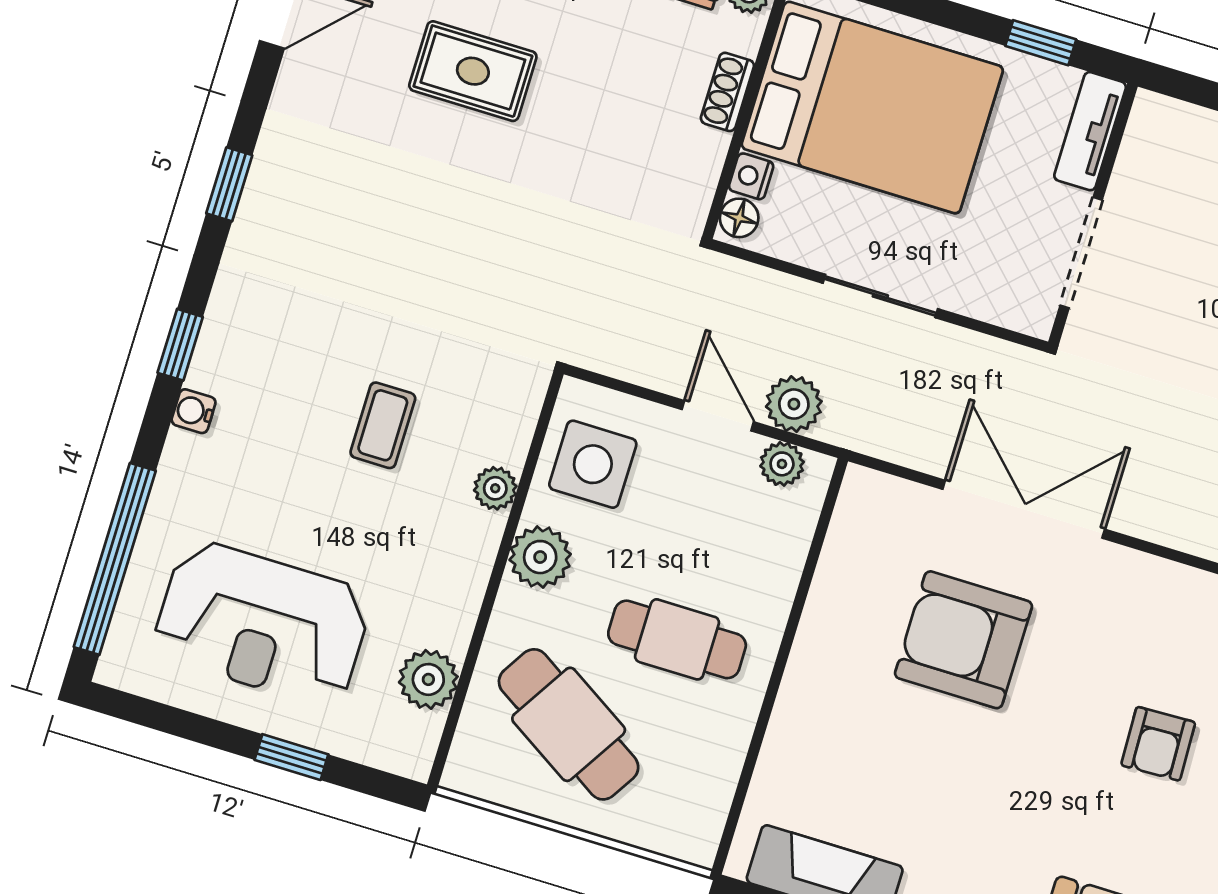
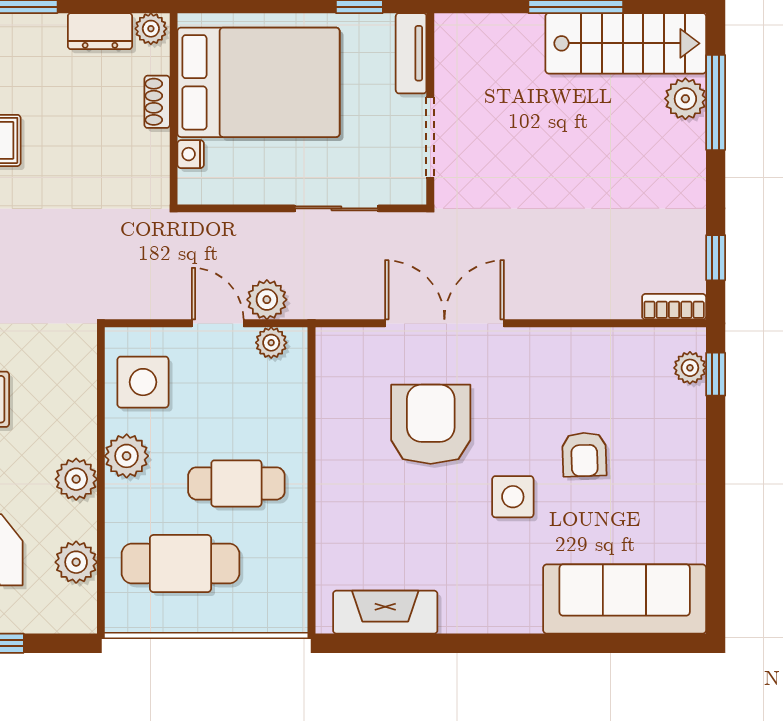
floor lamp: (739, 218) -> (191, 185), removed
sliding door: (880, 296) -> (336, 208), moved
plant: (495, 488) -> (76, 479), moved, width x1.38, depth x1.38
armchair: (963, 640) -> (431, 424), turned 90
cafe table: (569, 724) -> (180, 564), turned -32
side table: (1044, 771) -> (513, 497), added

